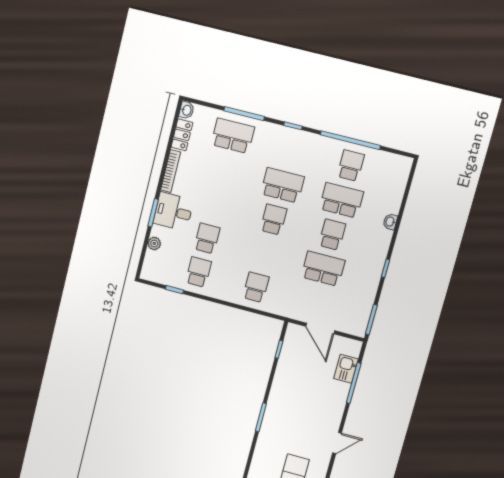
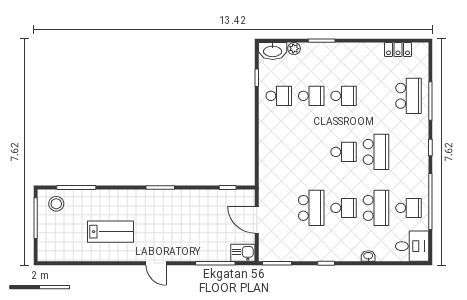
washbasin: (187, 110) -> (273, 51), moved, width x1.91, depth x1.45
bookcase: (171, 171) -> (363, 47), removed
desk: (173, 212) -> (412, 246), moved, turned 90
school desk: (256, 287) -> (344, 96), moved
door: (320, 328) -> (257, 220), hinge flipped
kitchen sink: (346, 369) -> (243, 253), moved

